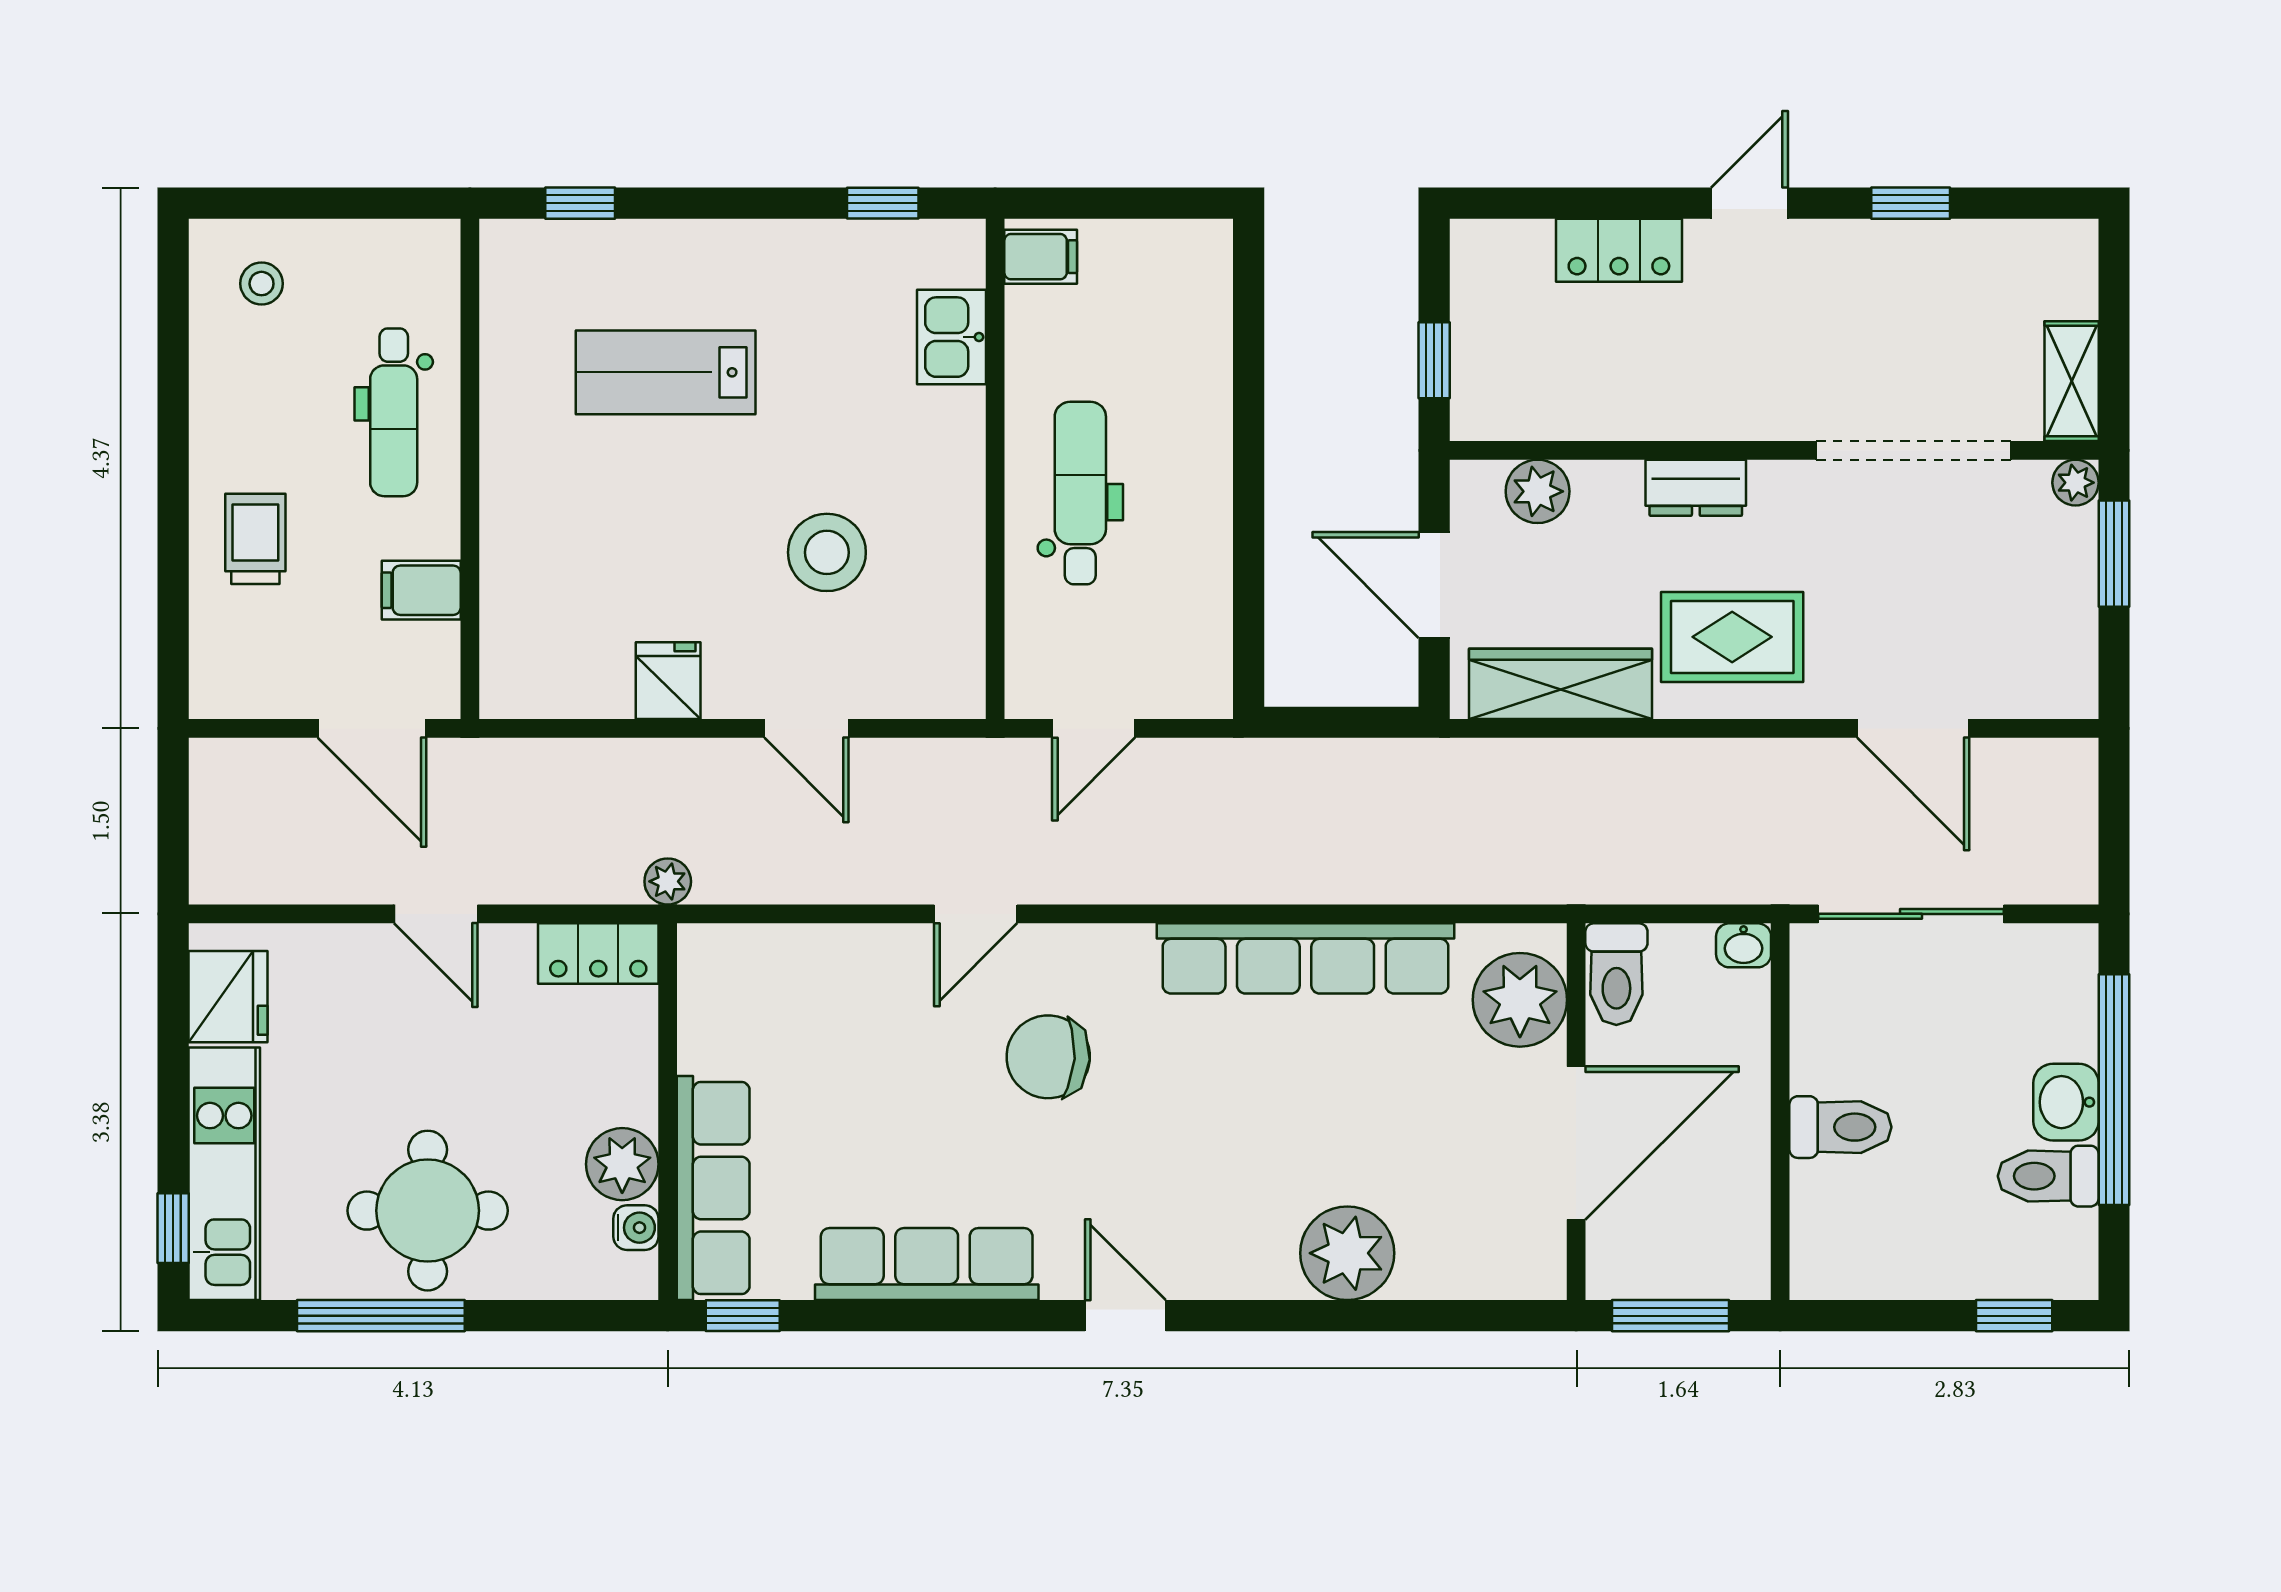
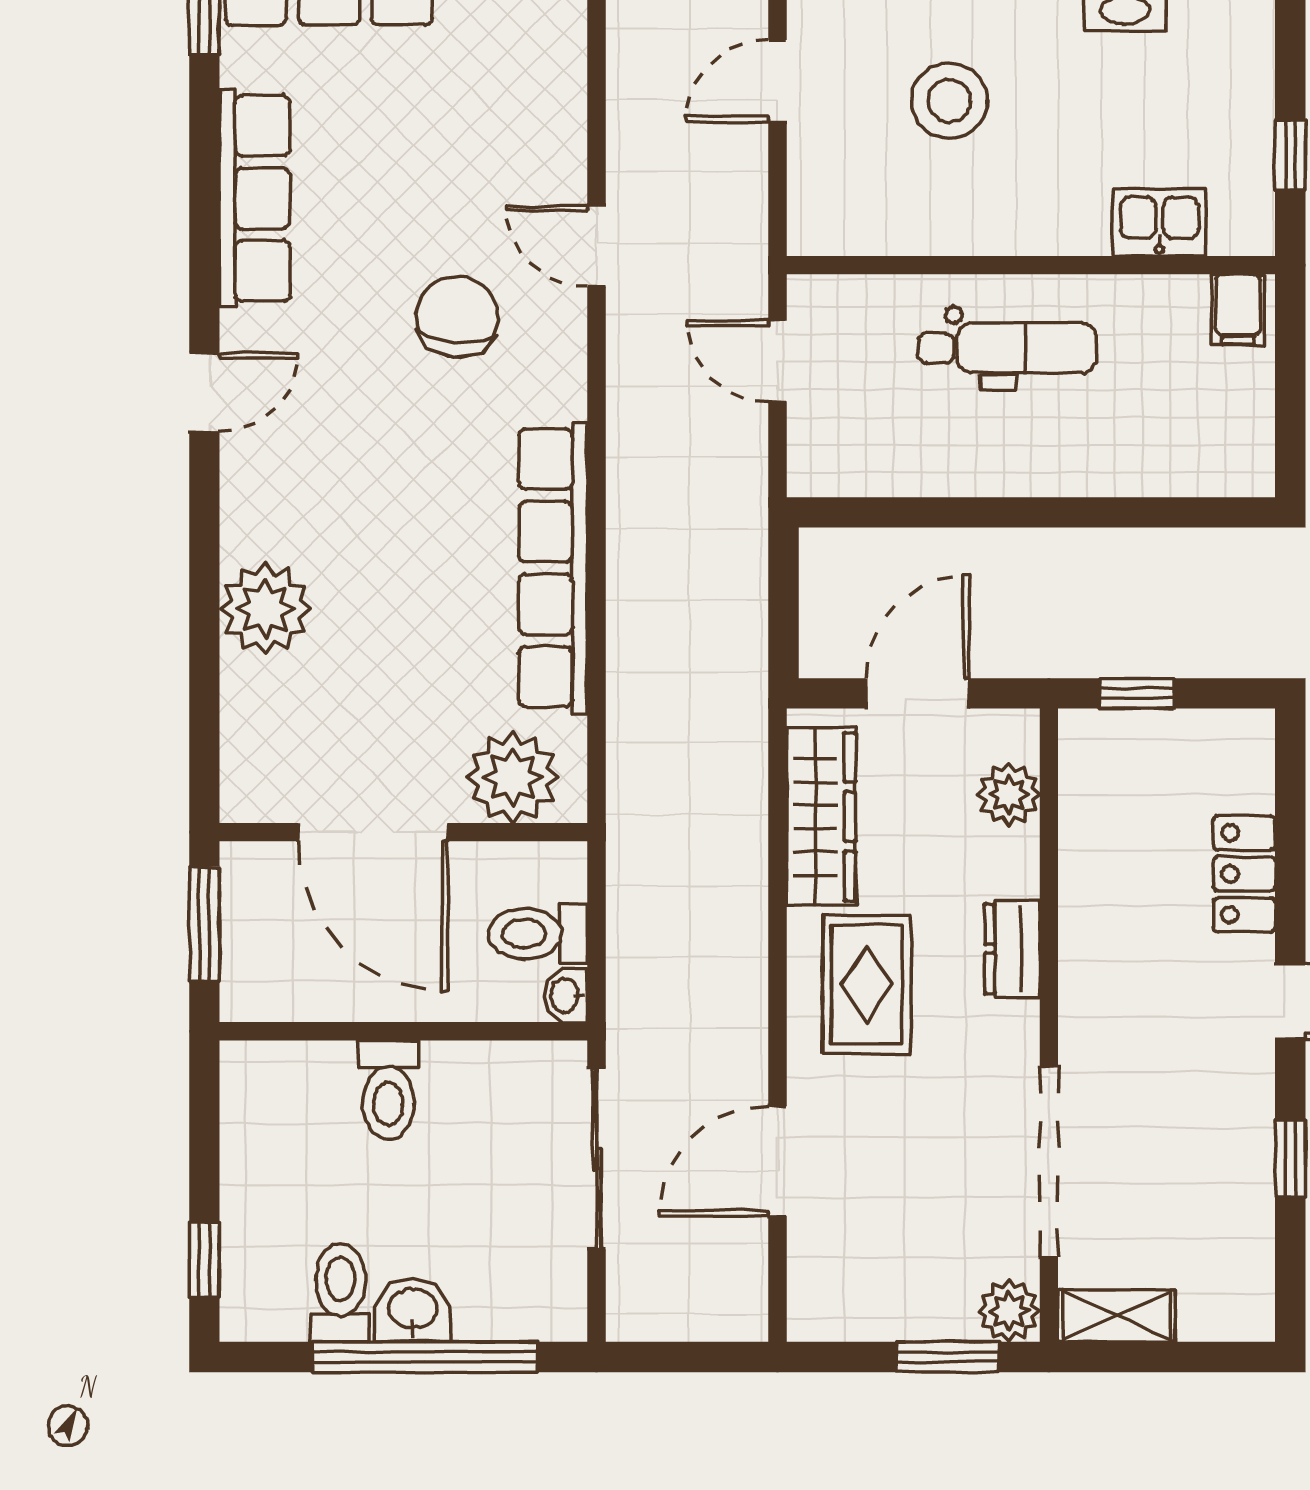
plant: (2075, 483) -> (1009, 1311), width x1.38, depth x1.38
toilet: (1616, 974) -> (538, 934), moved

